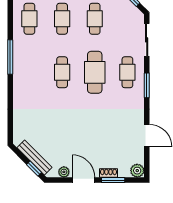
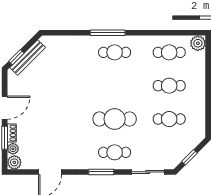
window: (10, 57) -> (108, 33), moved
cafe table: (62, 72) -> (115, 52), moved
plant: (64, 172) -> (13, 149), moved

